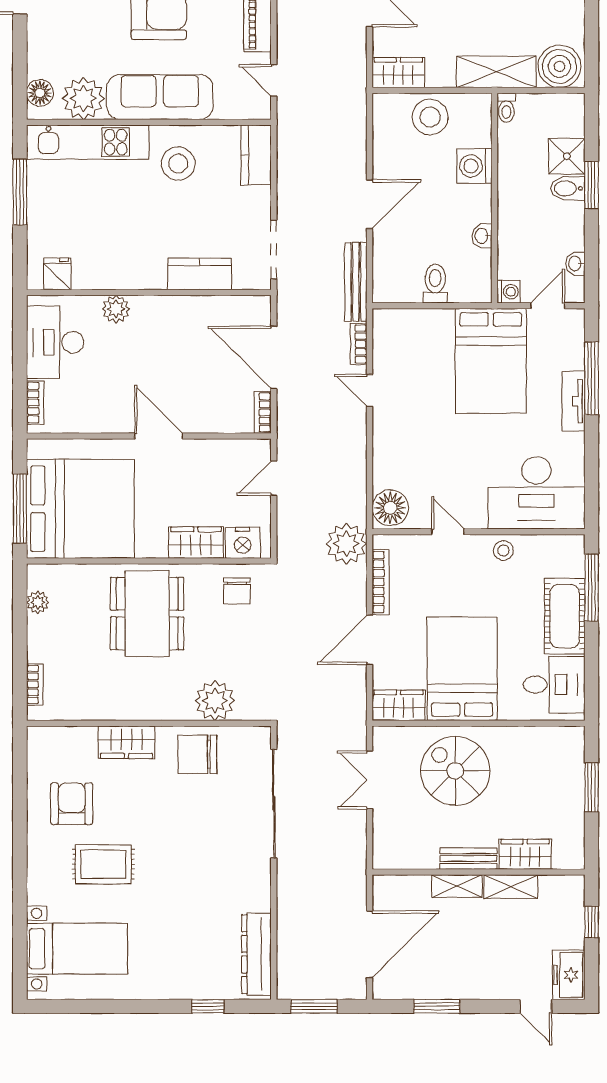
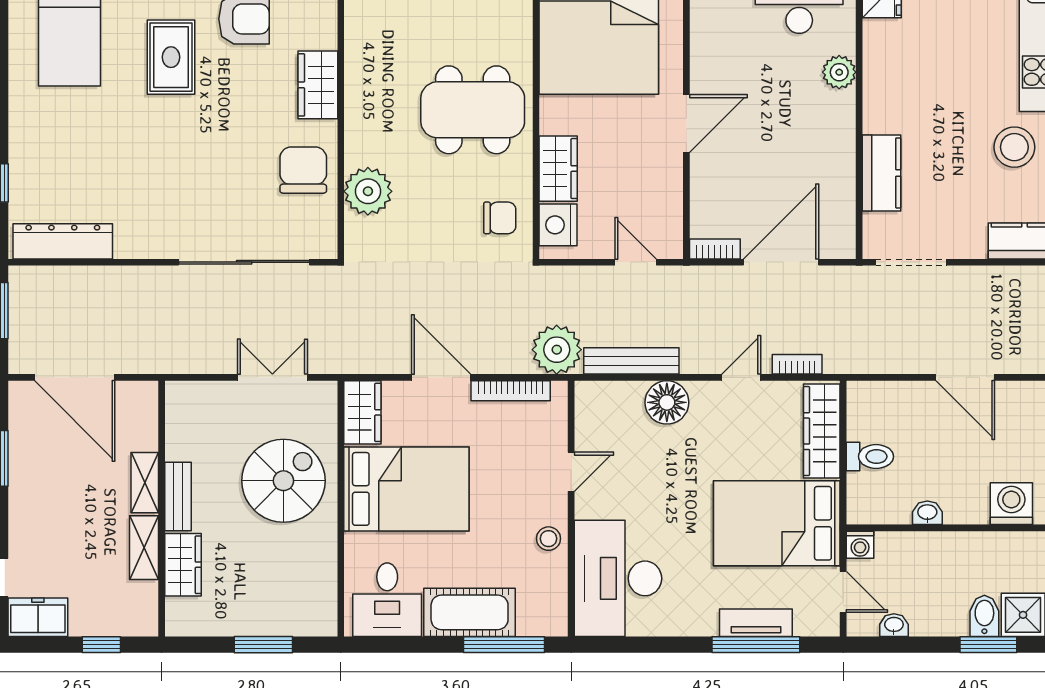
bench: (356, 282) -> (631, 361), moved
wardrobe: (414, 324) -> (822, 431), added
tv unit: (573, 401) -> (756, 623), moved
floor lamp: (390, 508) -> (667, 402), moved
chair: (237, 591) -> (500, 218), turned 180

